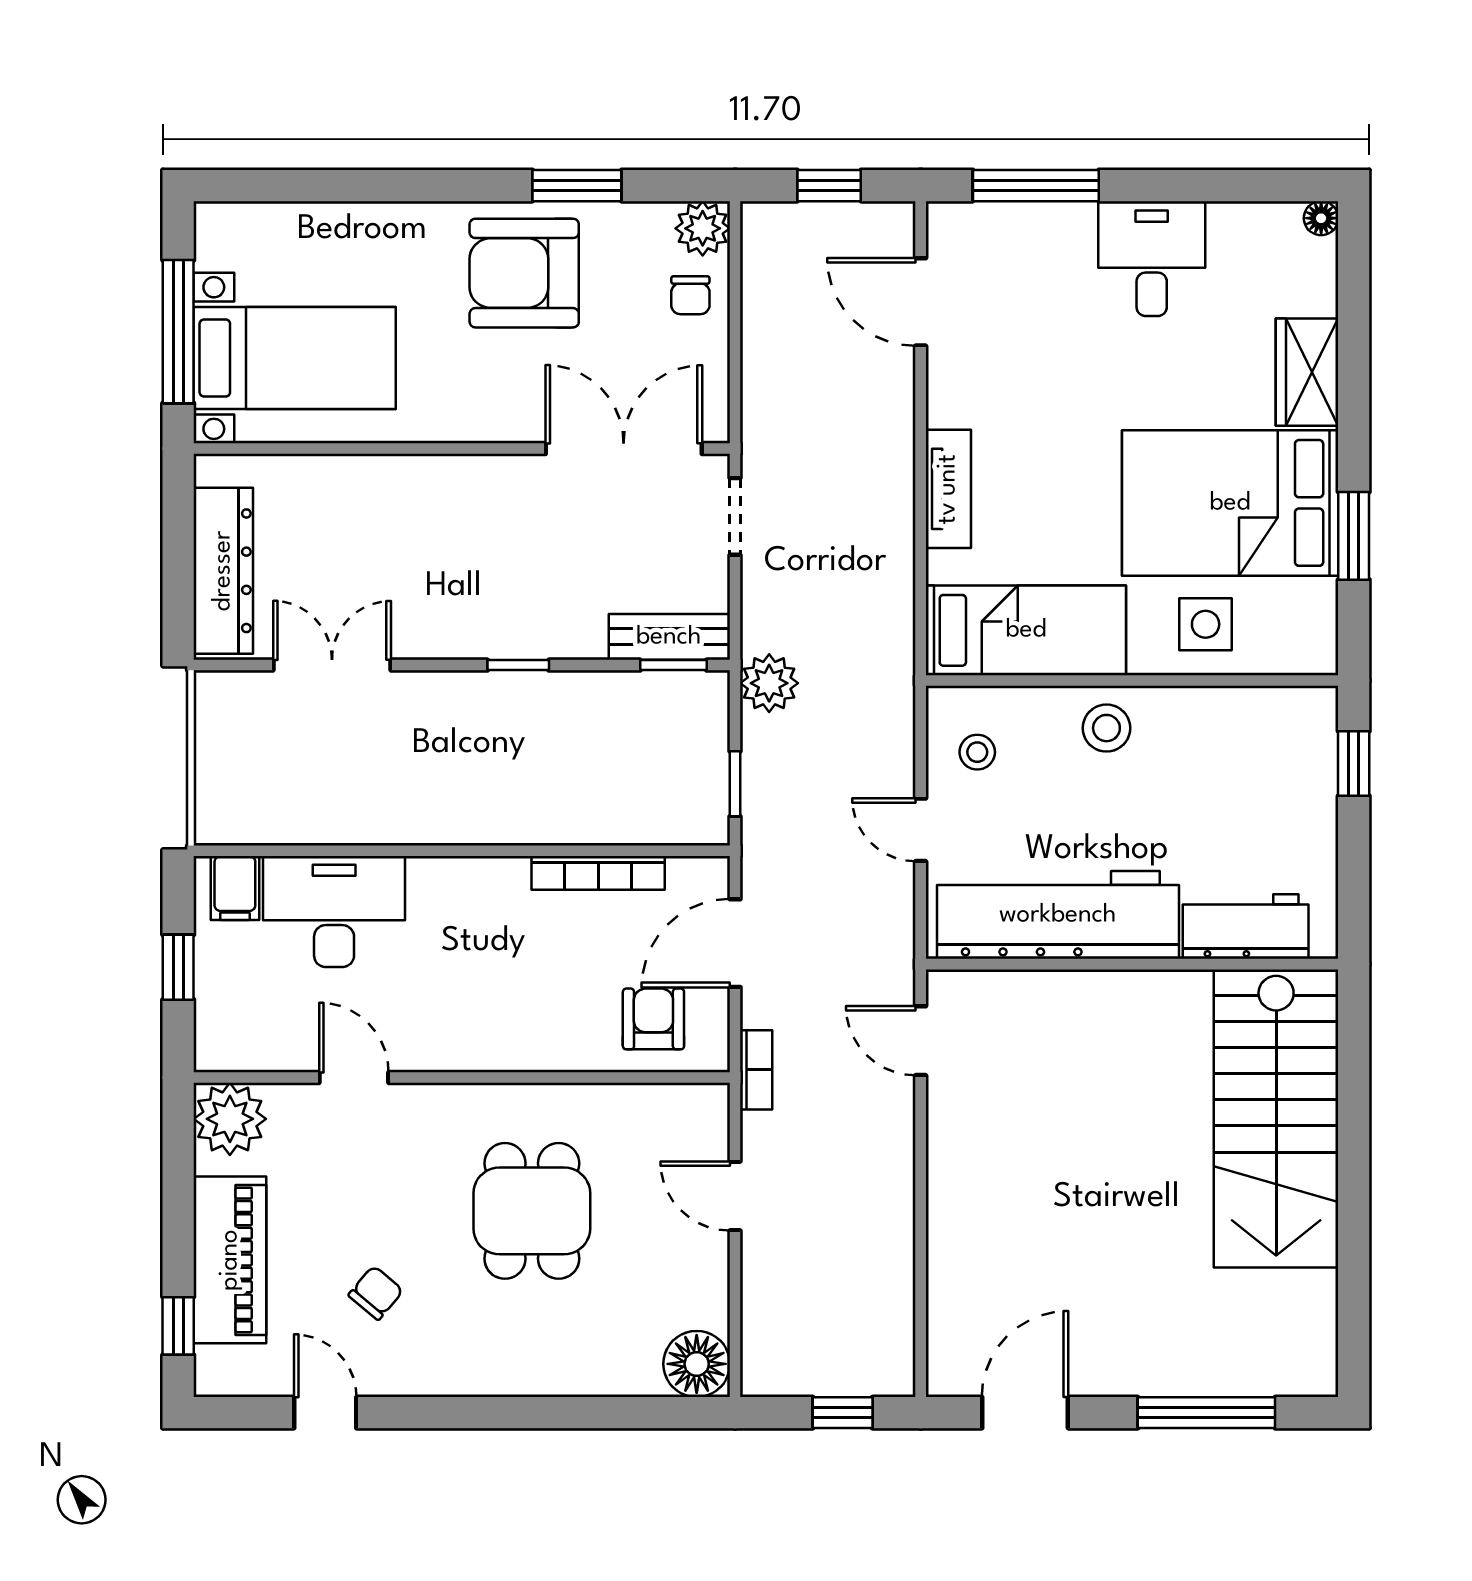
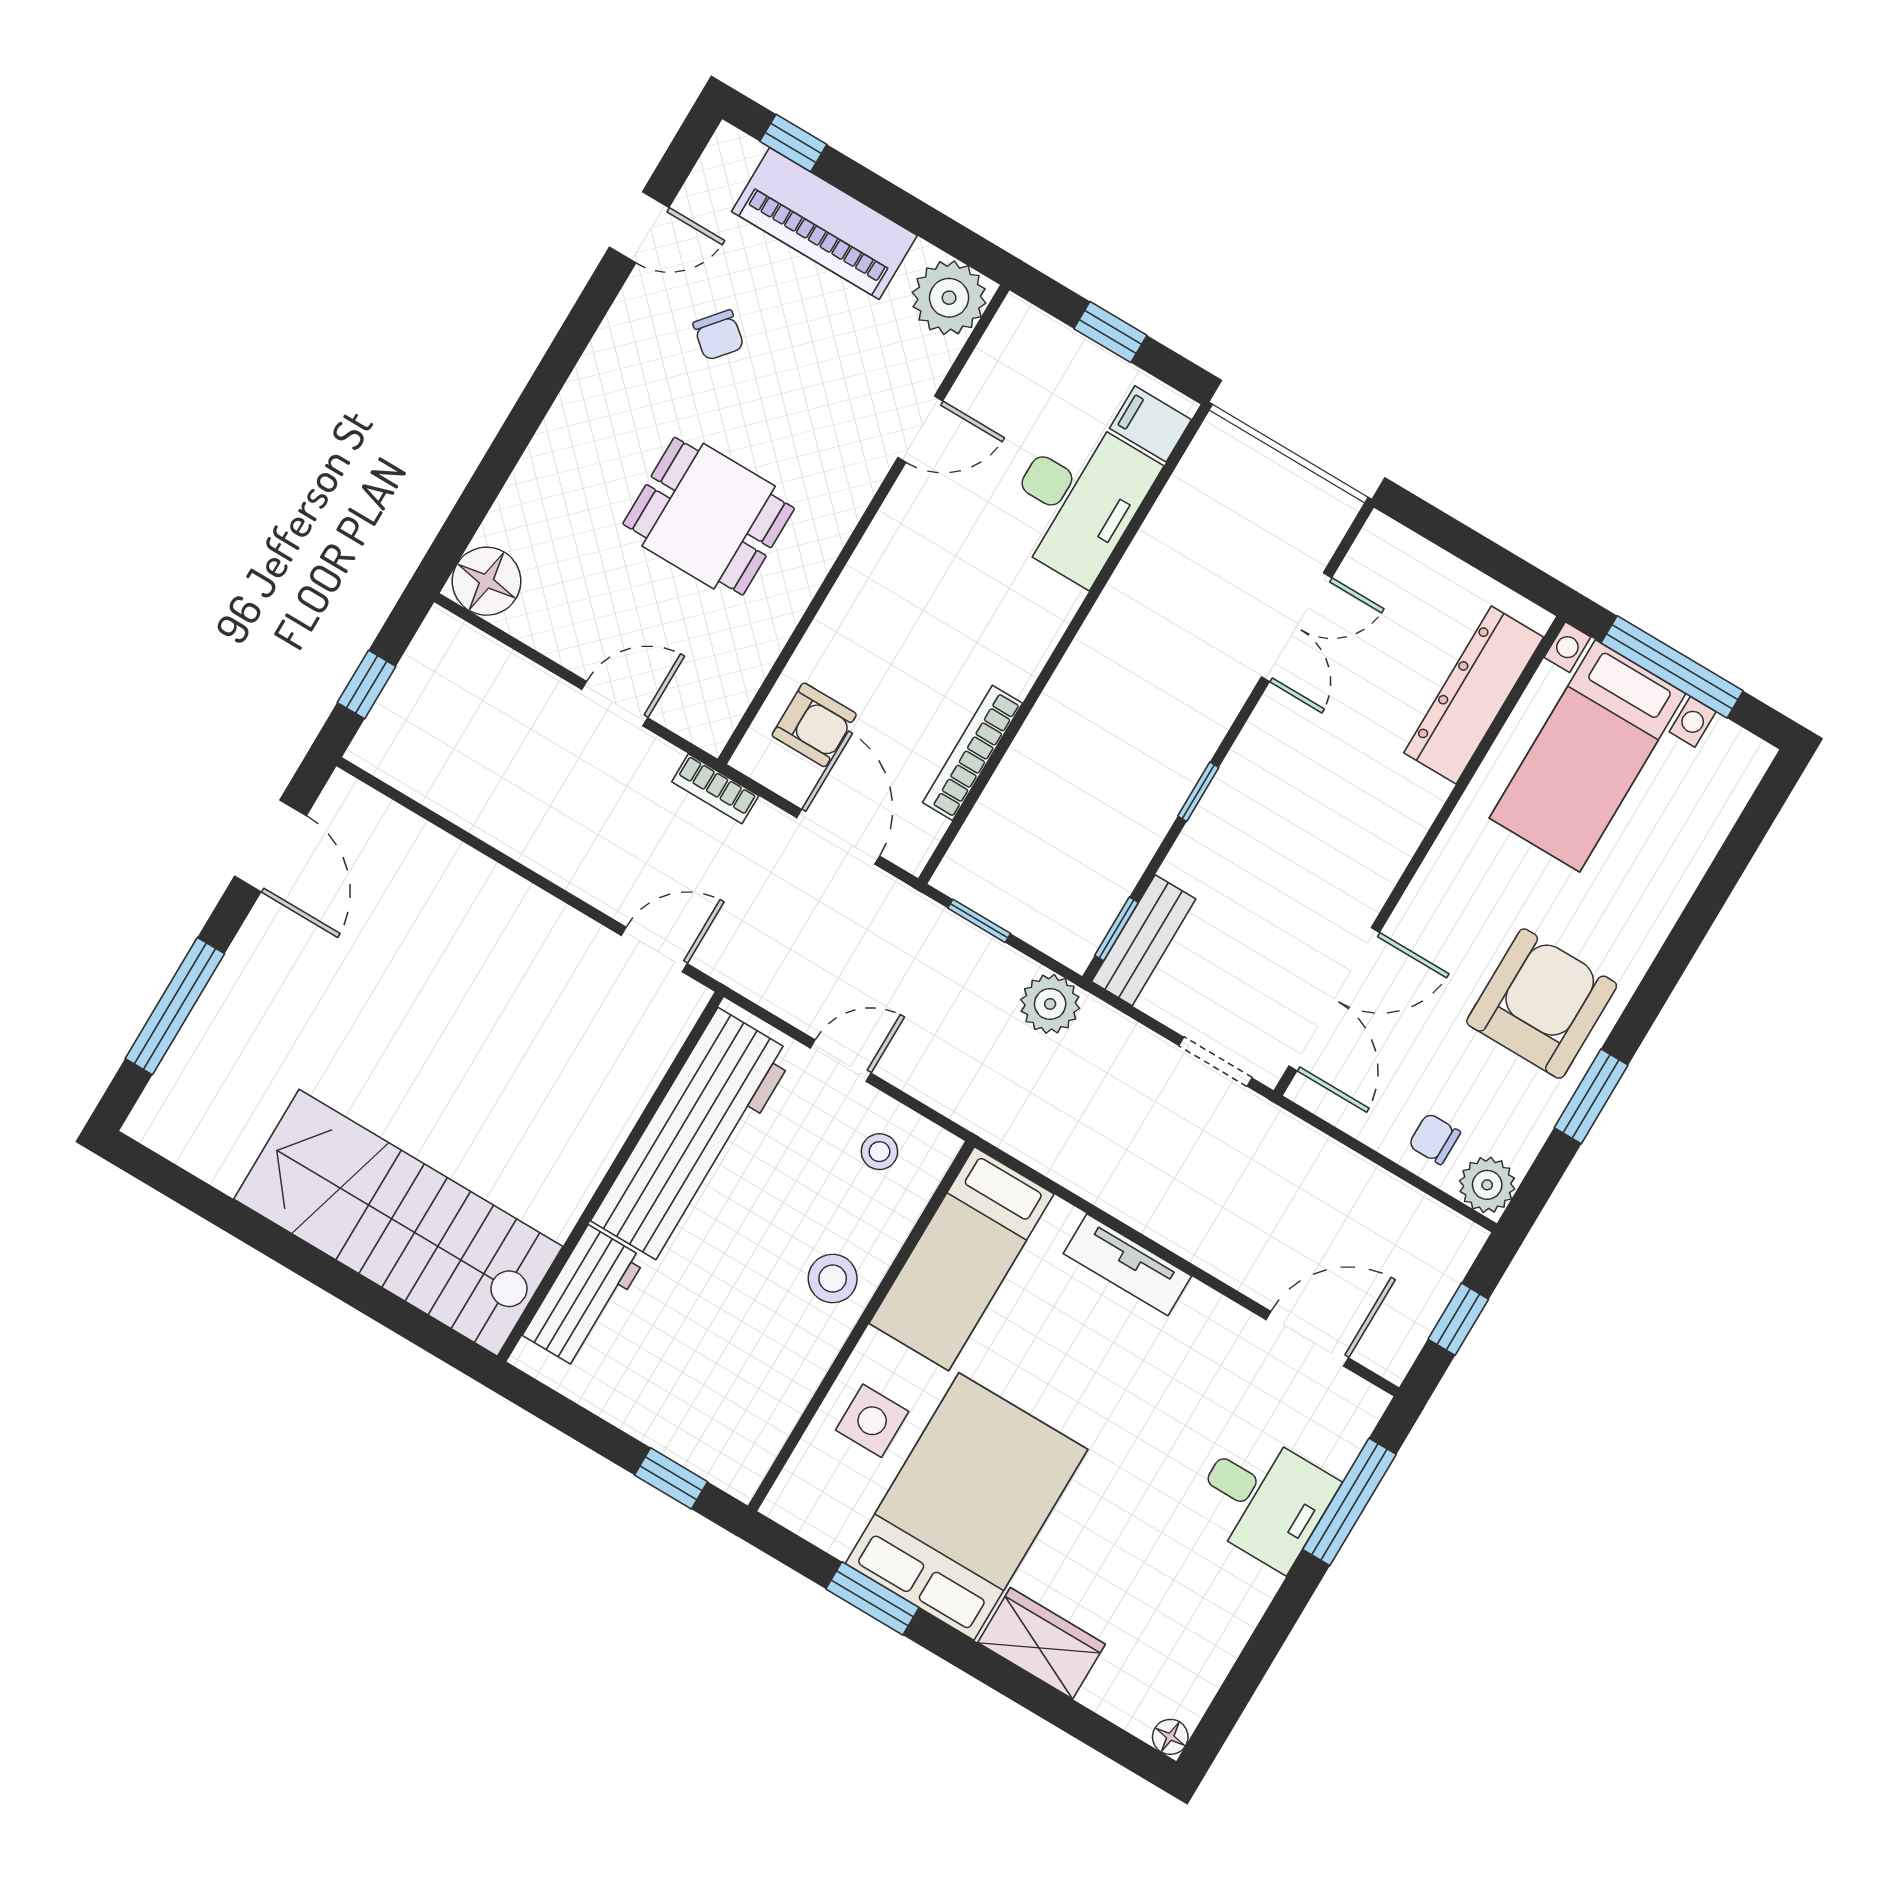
desk: (1152, 259) -> (1264, 1499), moved
dresser: (223, 571) -> (1474, 695), moved, turned 90

